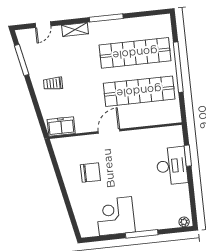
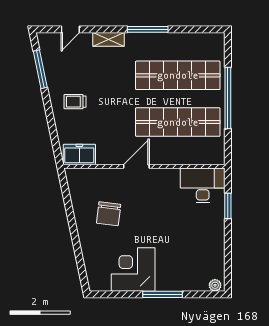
desk: (172, 166) -> (203, 185), moved, turned -90
chair: (90, 173) -> (109, 214), turned 97

